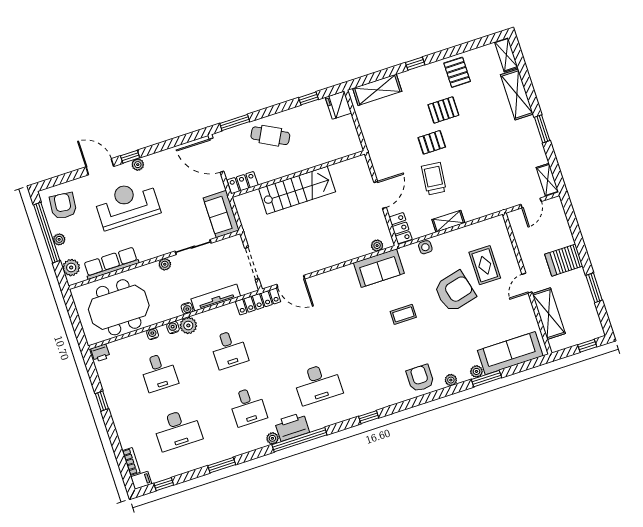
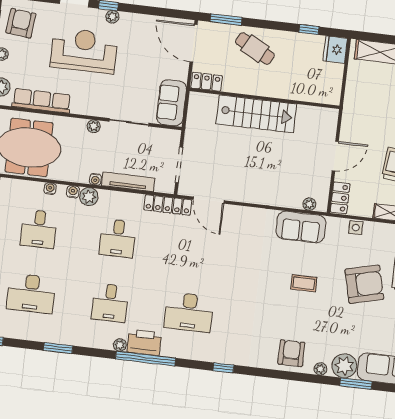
plant: (476, 371) -> (344, 366), width x1.87, depth x1.87

